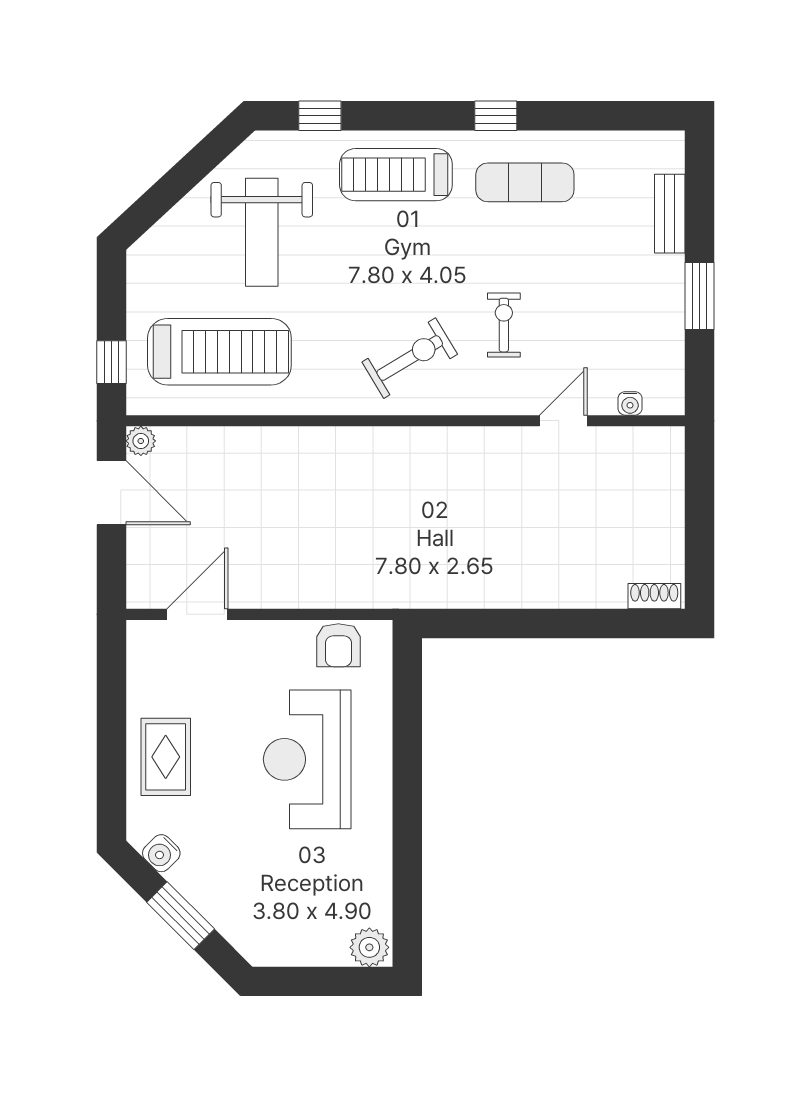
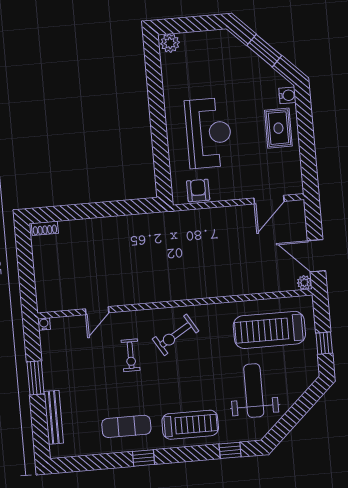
bench: (670, 214) -> (54, 417), width x1.36
window: (111, 362) -> (324, 343), moved
water cooler: (630, 403) -> (44, 324), moved
water cooler: (161, 853) -> (287, 95), moved, turned 45

